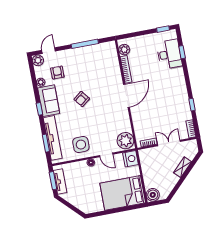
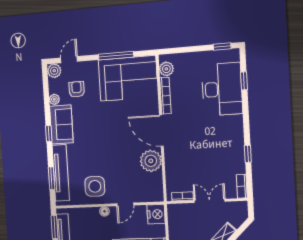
desk: (169, 54) -> (222, 89), width x1.36, depth x1.30
corner sofa: (96, 60) -> (128, 78), added
door: (126, 96) -> (161, 131), swing flipped
armchair: (82, 99) -> (103, 128), removed
plant: (125, 141) -> (151, 161), moved
door: (106, 155) -> (125, 204), hinge flipped

